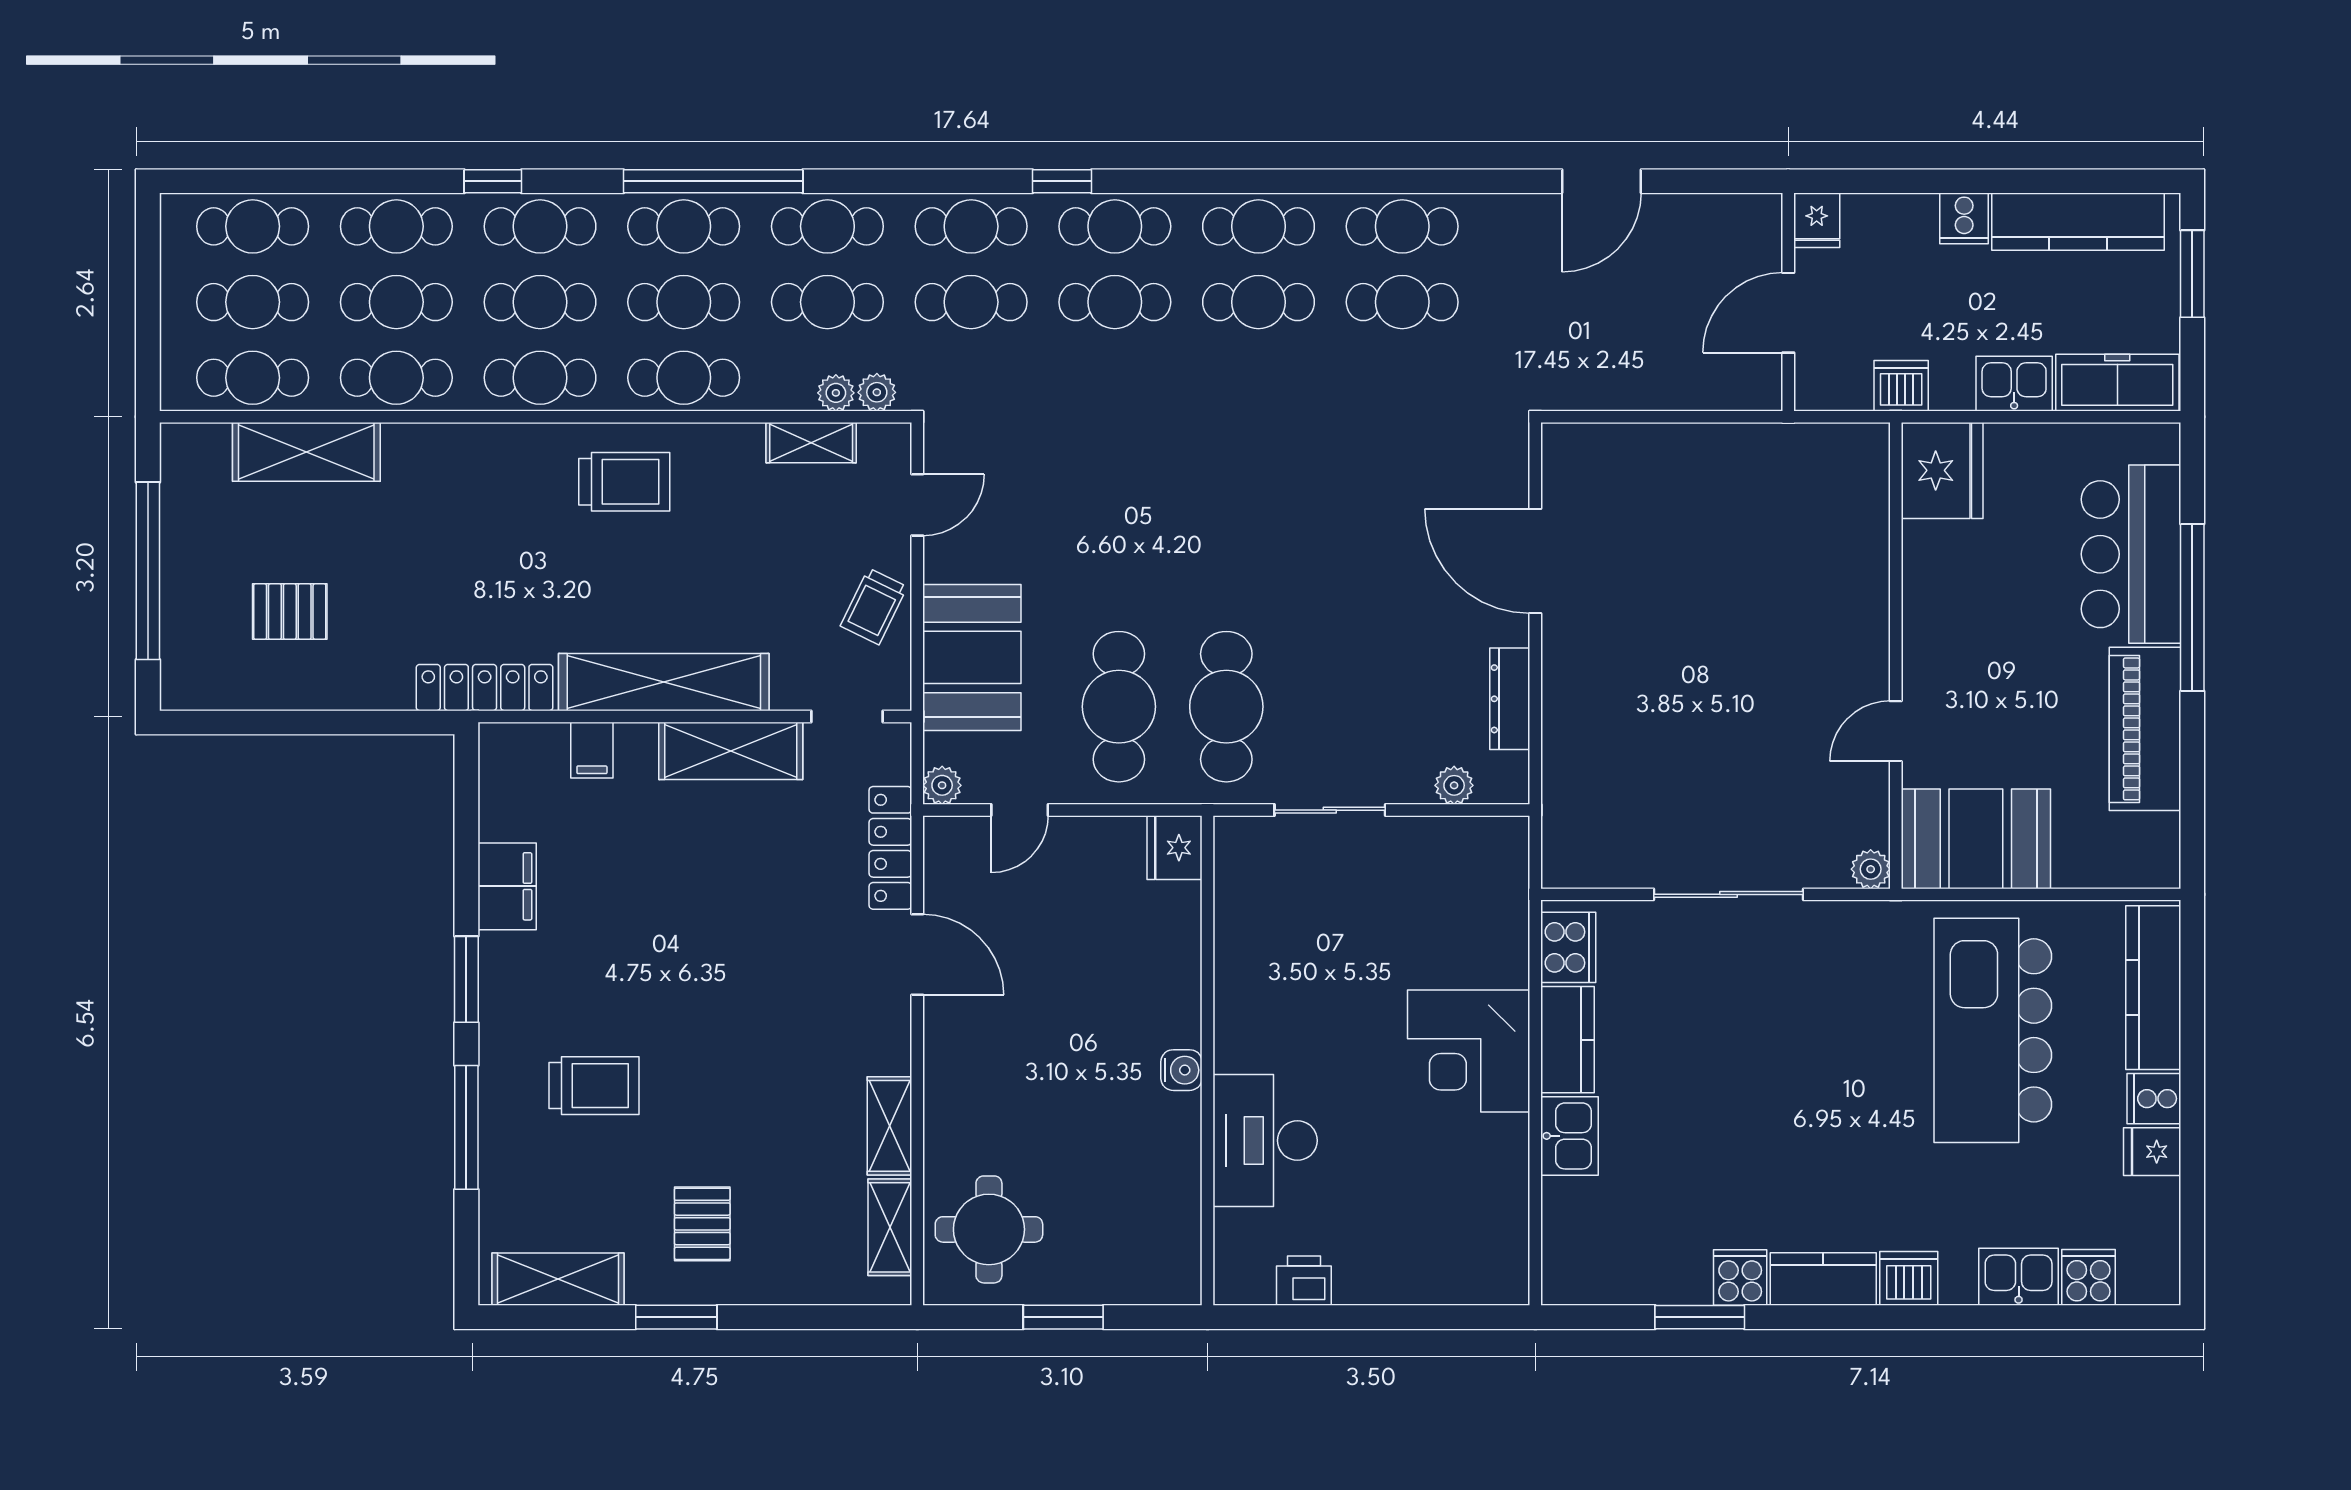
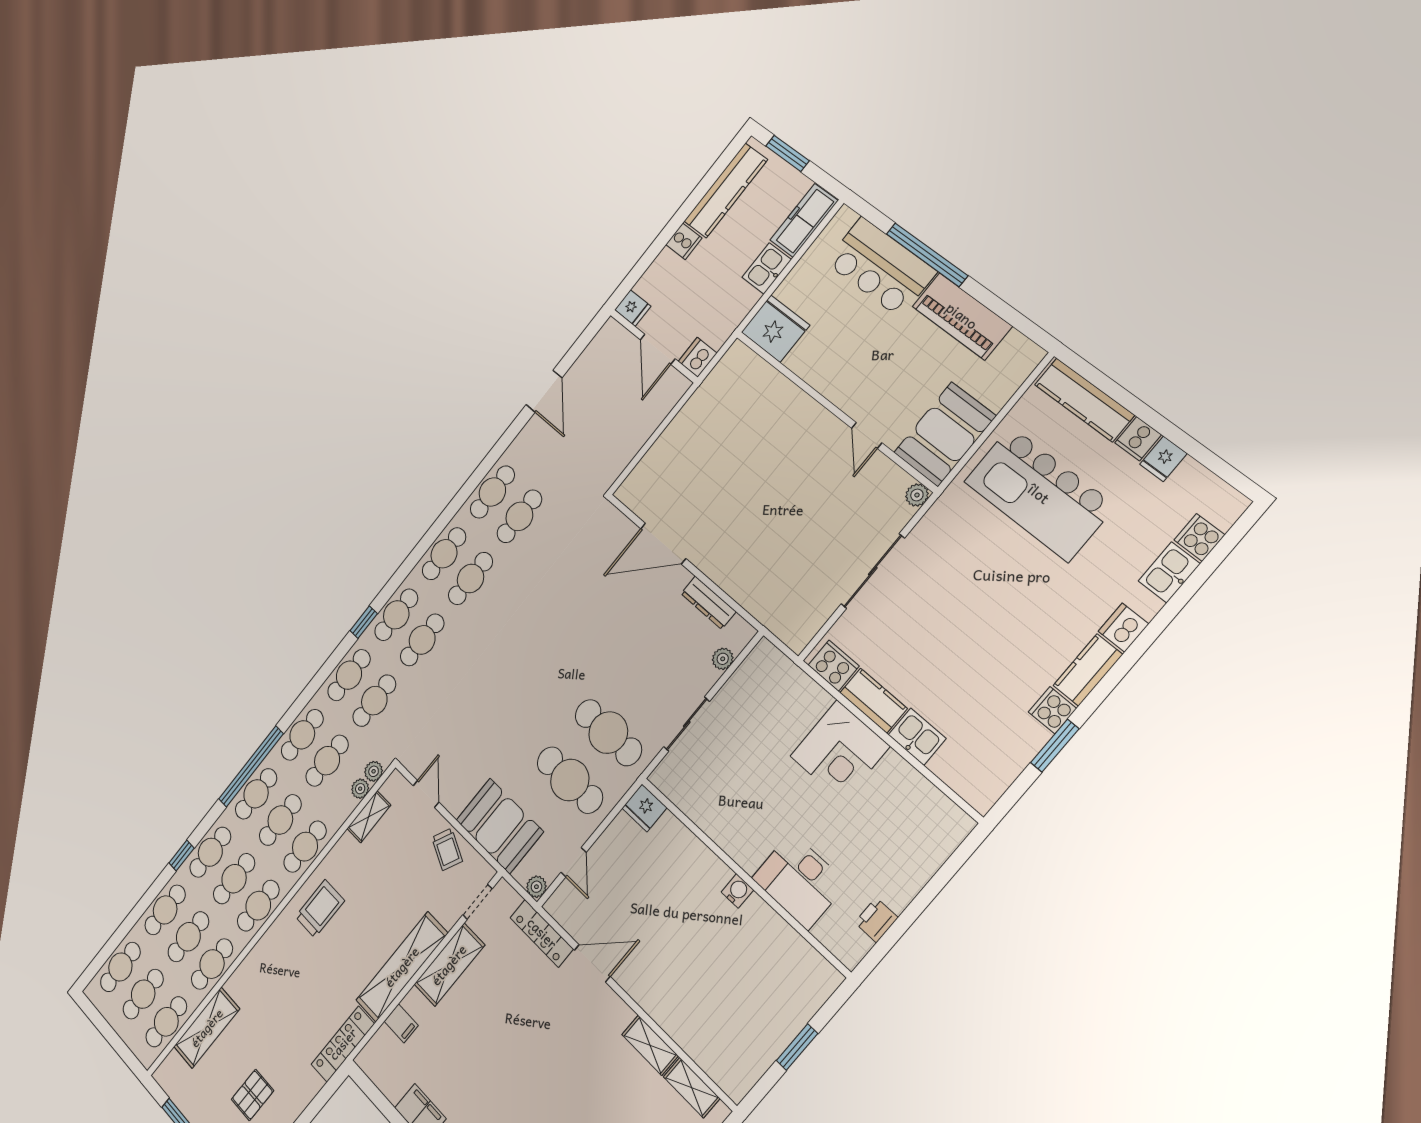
dishwasher: (1901, 386) -> (698, 357), moved
round table: (989, 1229) -> (730, 1044), removed

